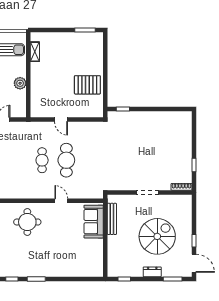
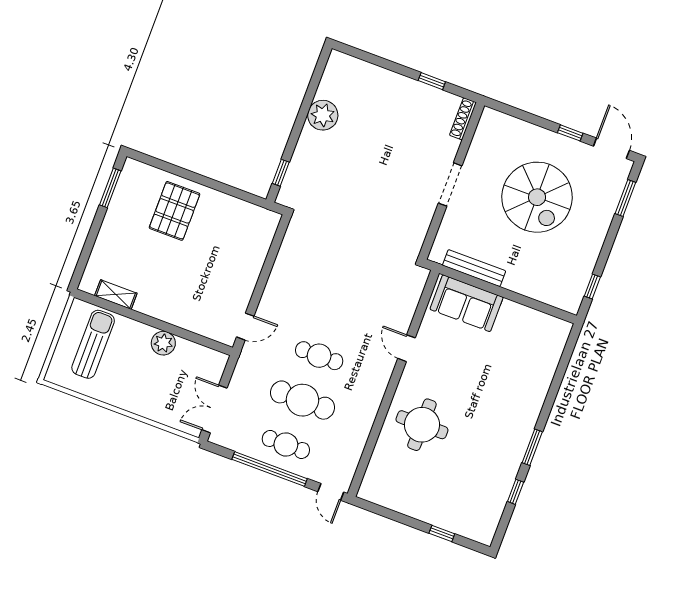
pallet: (87, 85) -> (175, 211), moved
plant: (158, 119) -> (323, 115), added
door: (61, 120) -> (245, 327), moved
cafe table: (66, 160) -> (302, 400), moved
door: (61, 201) -> (407, 348), hinge flipped
spiral stairs: (157, 236) -> (537, 197), turned 180
door: (194, 263) -> (611, 148), hinge flipped
dresser: (152, 272) -> (598, 230), removed

